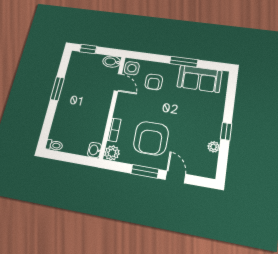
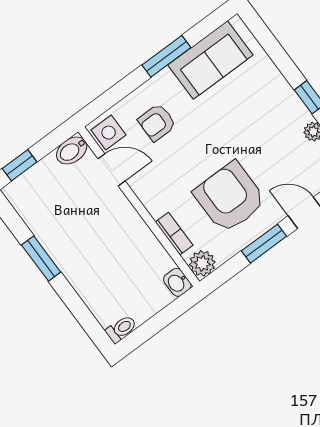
armchair: (154, 82) -> (157, 122), turned 90
armchair: (151, 138) -> (230, 197), turned 180

